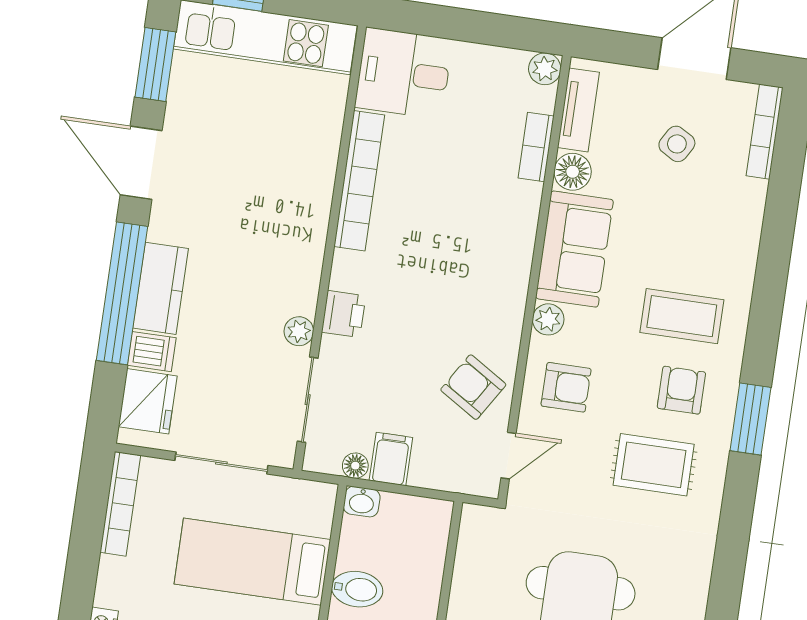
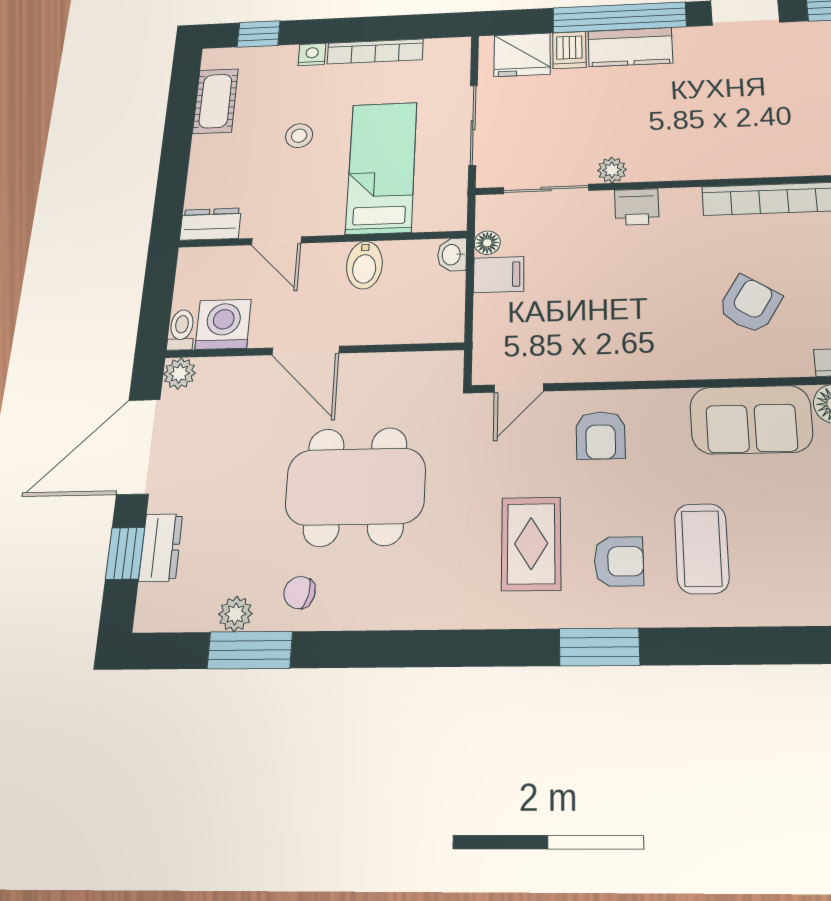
plant: (548, 319) -> (670, 405), removed
armchair: (473, 387) -> (750, 304), moved
door: (508, 456) -> (519, 388), hinge flipped
bookcase: (120, 504) -> (375, 51), moved

